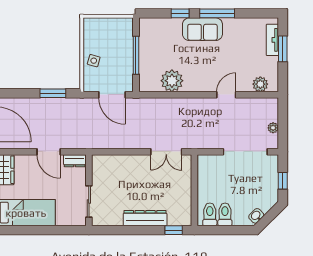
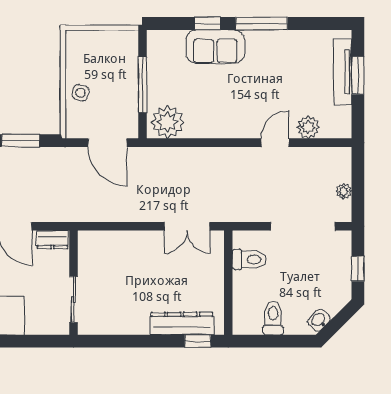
sofa: (202, 29) -> (215, 47), moved
tv unit: (272, 40) -> (343, 72), width x1.41
plant: (172, 81) -> (167, 122), moved
plant: (260, 84) -> (308, 127), moved
toilet: (210, 214) -> (249, 259), moved, turned 90
dresser: (145, 218) -> (182, 324), moved

